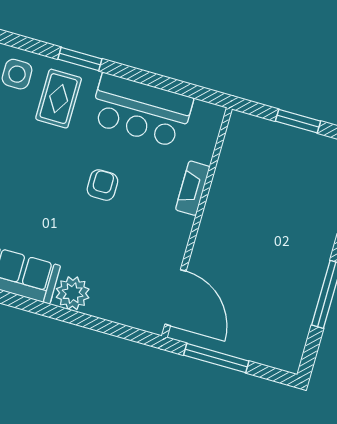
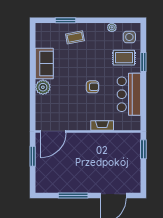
window: (298, 121) -> (143, 149), moved
window: (216, 358) -> (33, 156), width x0.69

